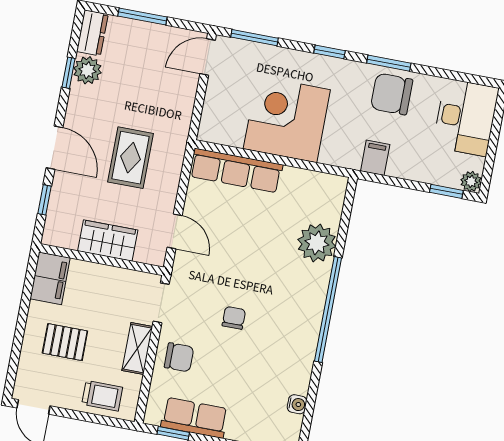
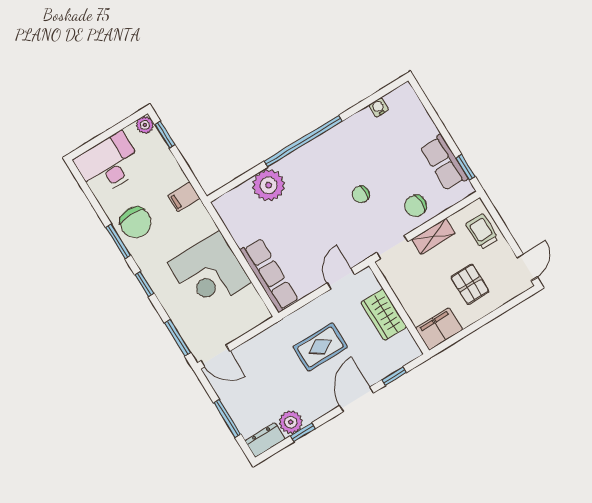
chair: (179, 357) -> (416, 206), turned -90

